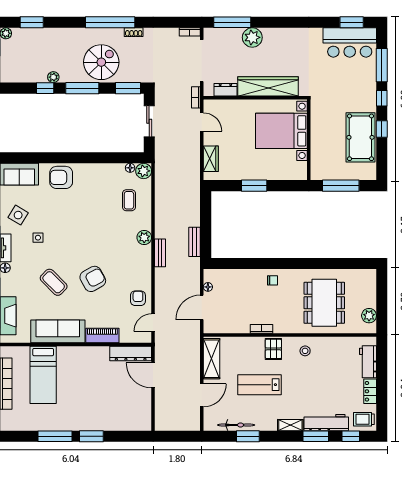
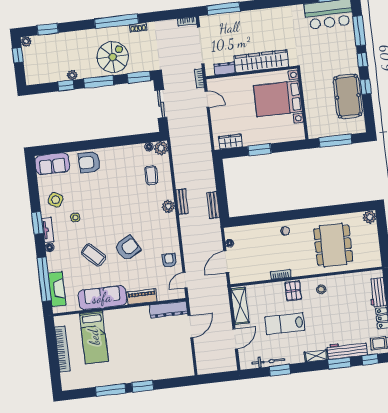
plant: (252, 37) -> (243, 20), removed
wardrobe: (211, 159) -> (230, 142), moved, turned -90
bench: (160, 253) -> (182, 202), moved
plant: (369, 316) -> (370, 217), moved
door: (153, 375) -> (190, 327), swing flipped

